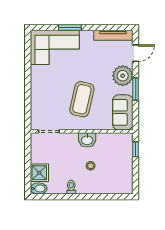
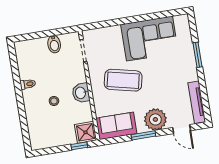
corner sofa: (55, 47) -> (150, 39), moved, turned -90
shower: (39, 173) -> (86, 132), moved
bidet: (39, 188) -> (54, 44), moved

